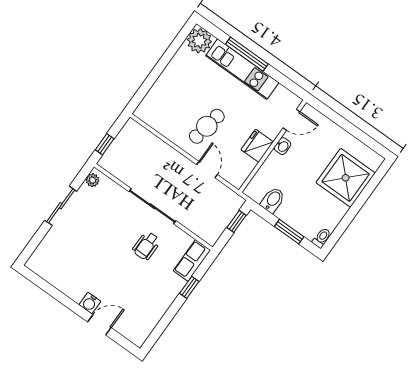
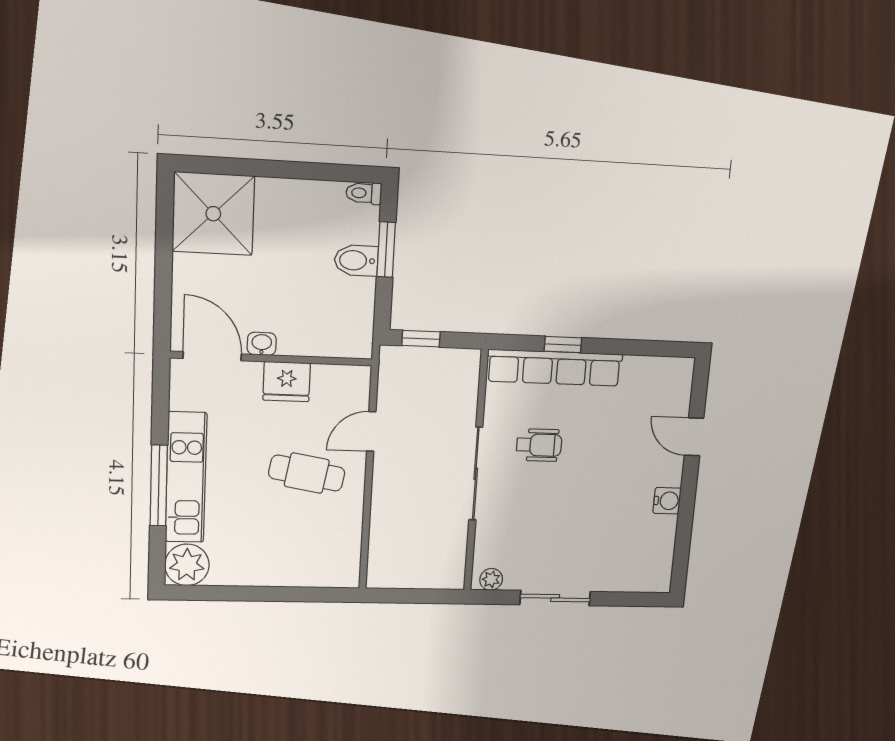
door: (291, 120) -> (212, 356), width x1.38
window: (105, 144) -> (429, 596), removed
shower: (346, 178) -> (213, 214), moved
bidet: (273, 200) -> (356, 260), moved
row of seats: (192, 260) -> (555, 368), width x2.02
water cooler: (90, 303) -> (667, 501), moved

